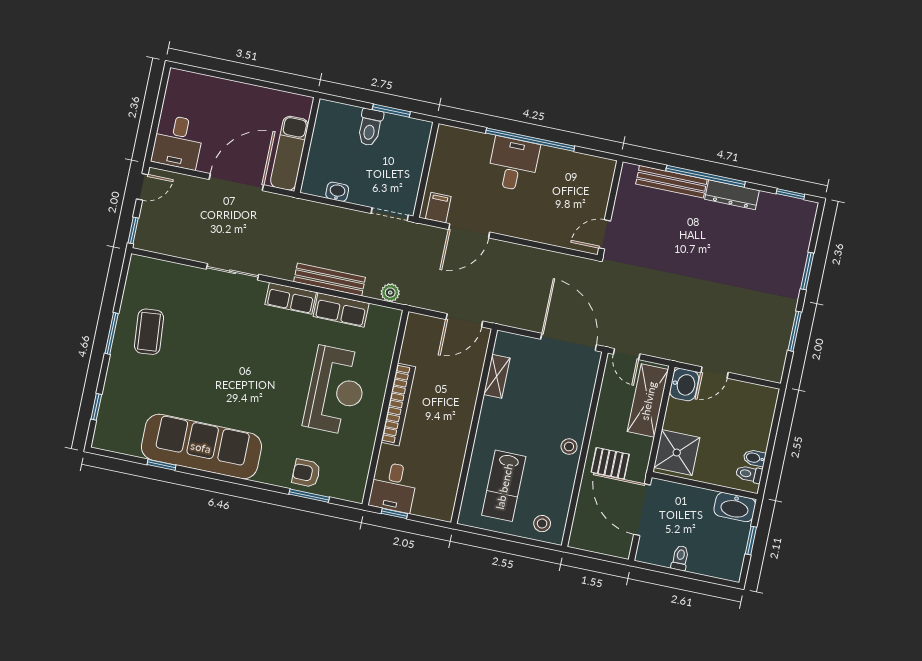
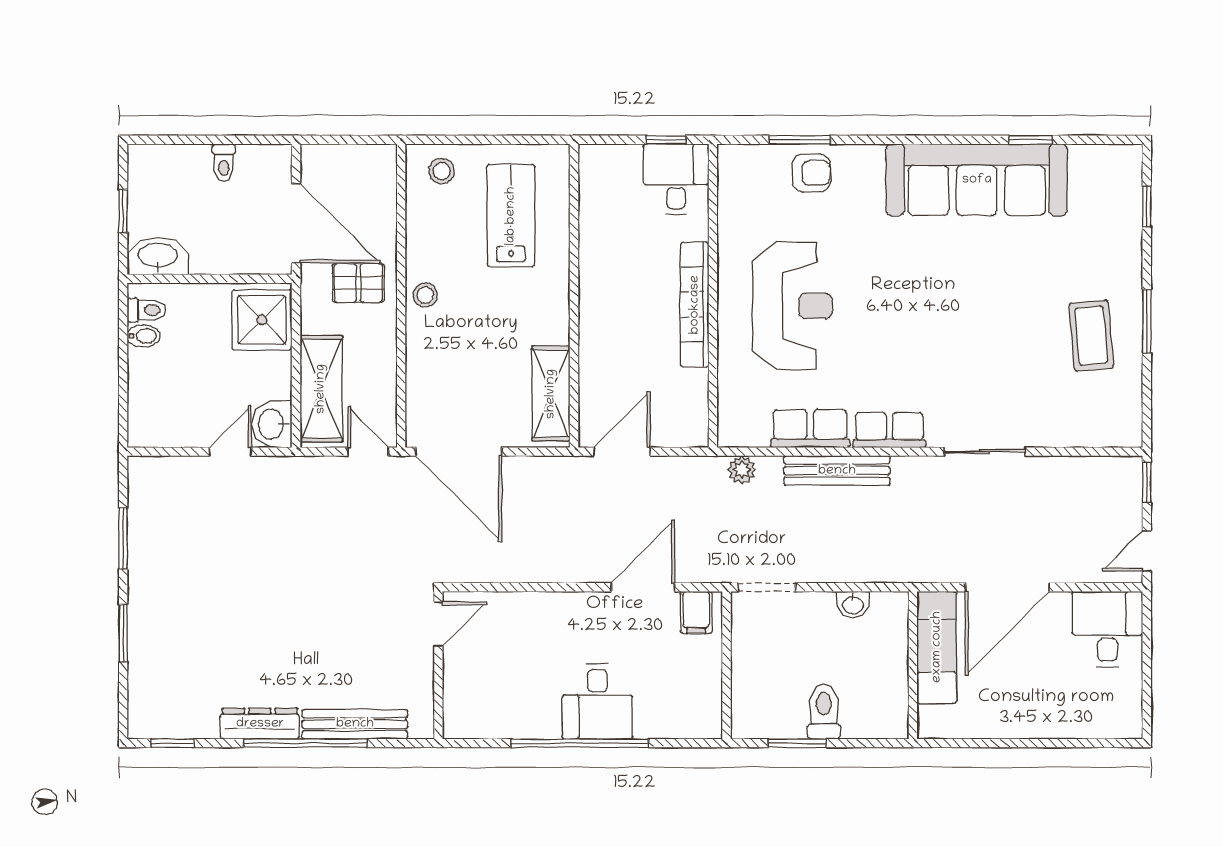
shelving: (497, 376) -> (551, 394), width x1.50, depth x1.33
reception desk: (336, 391) -> (792, 306), turned 180

